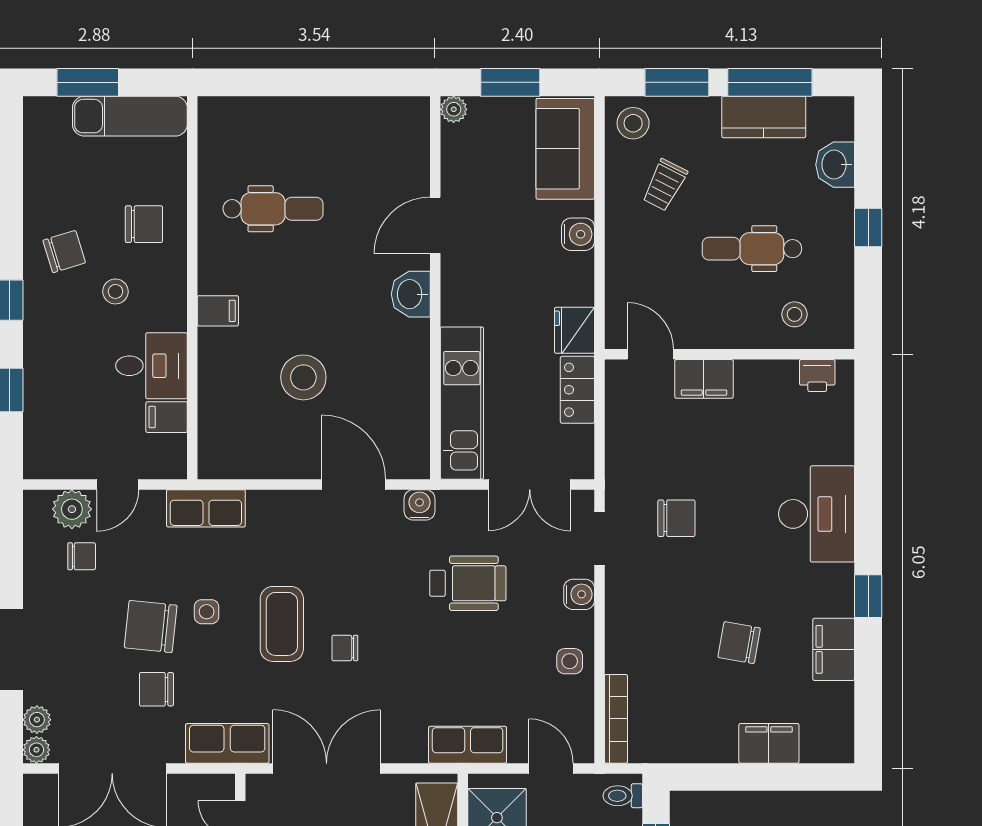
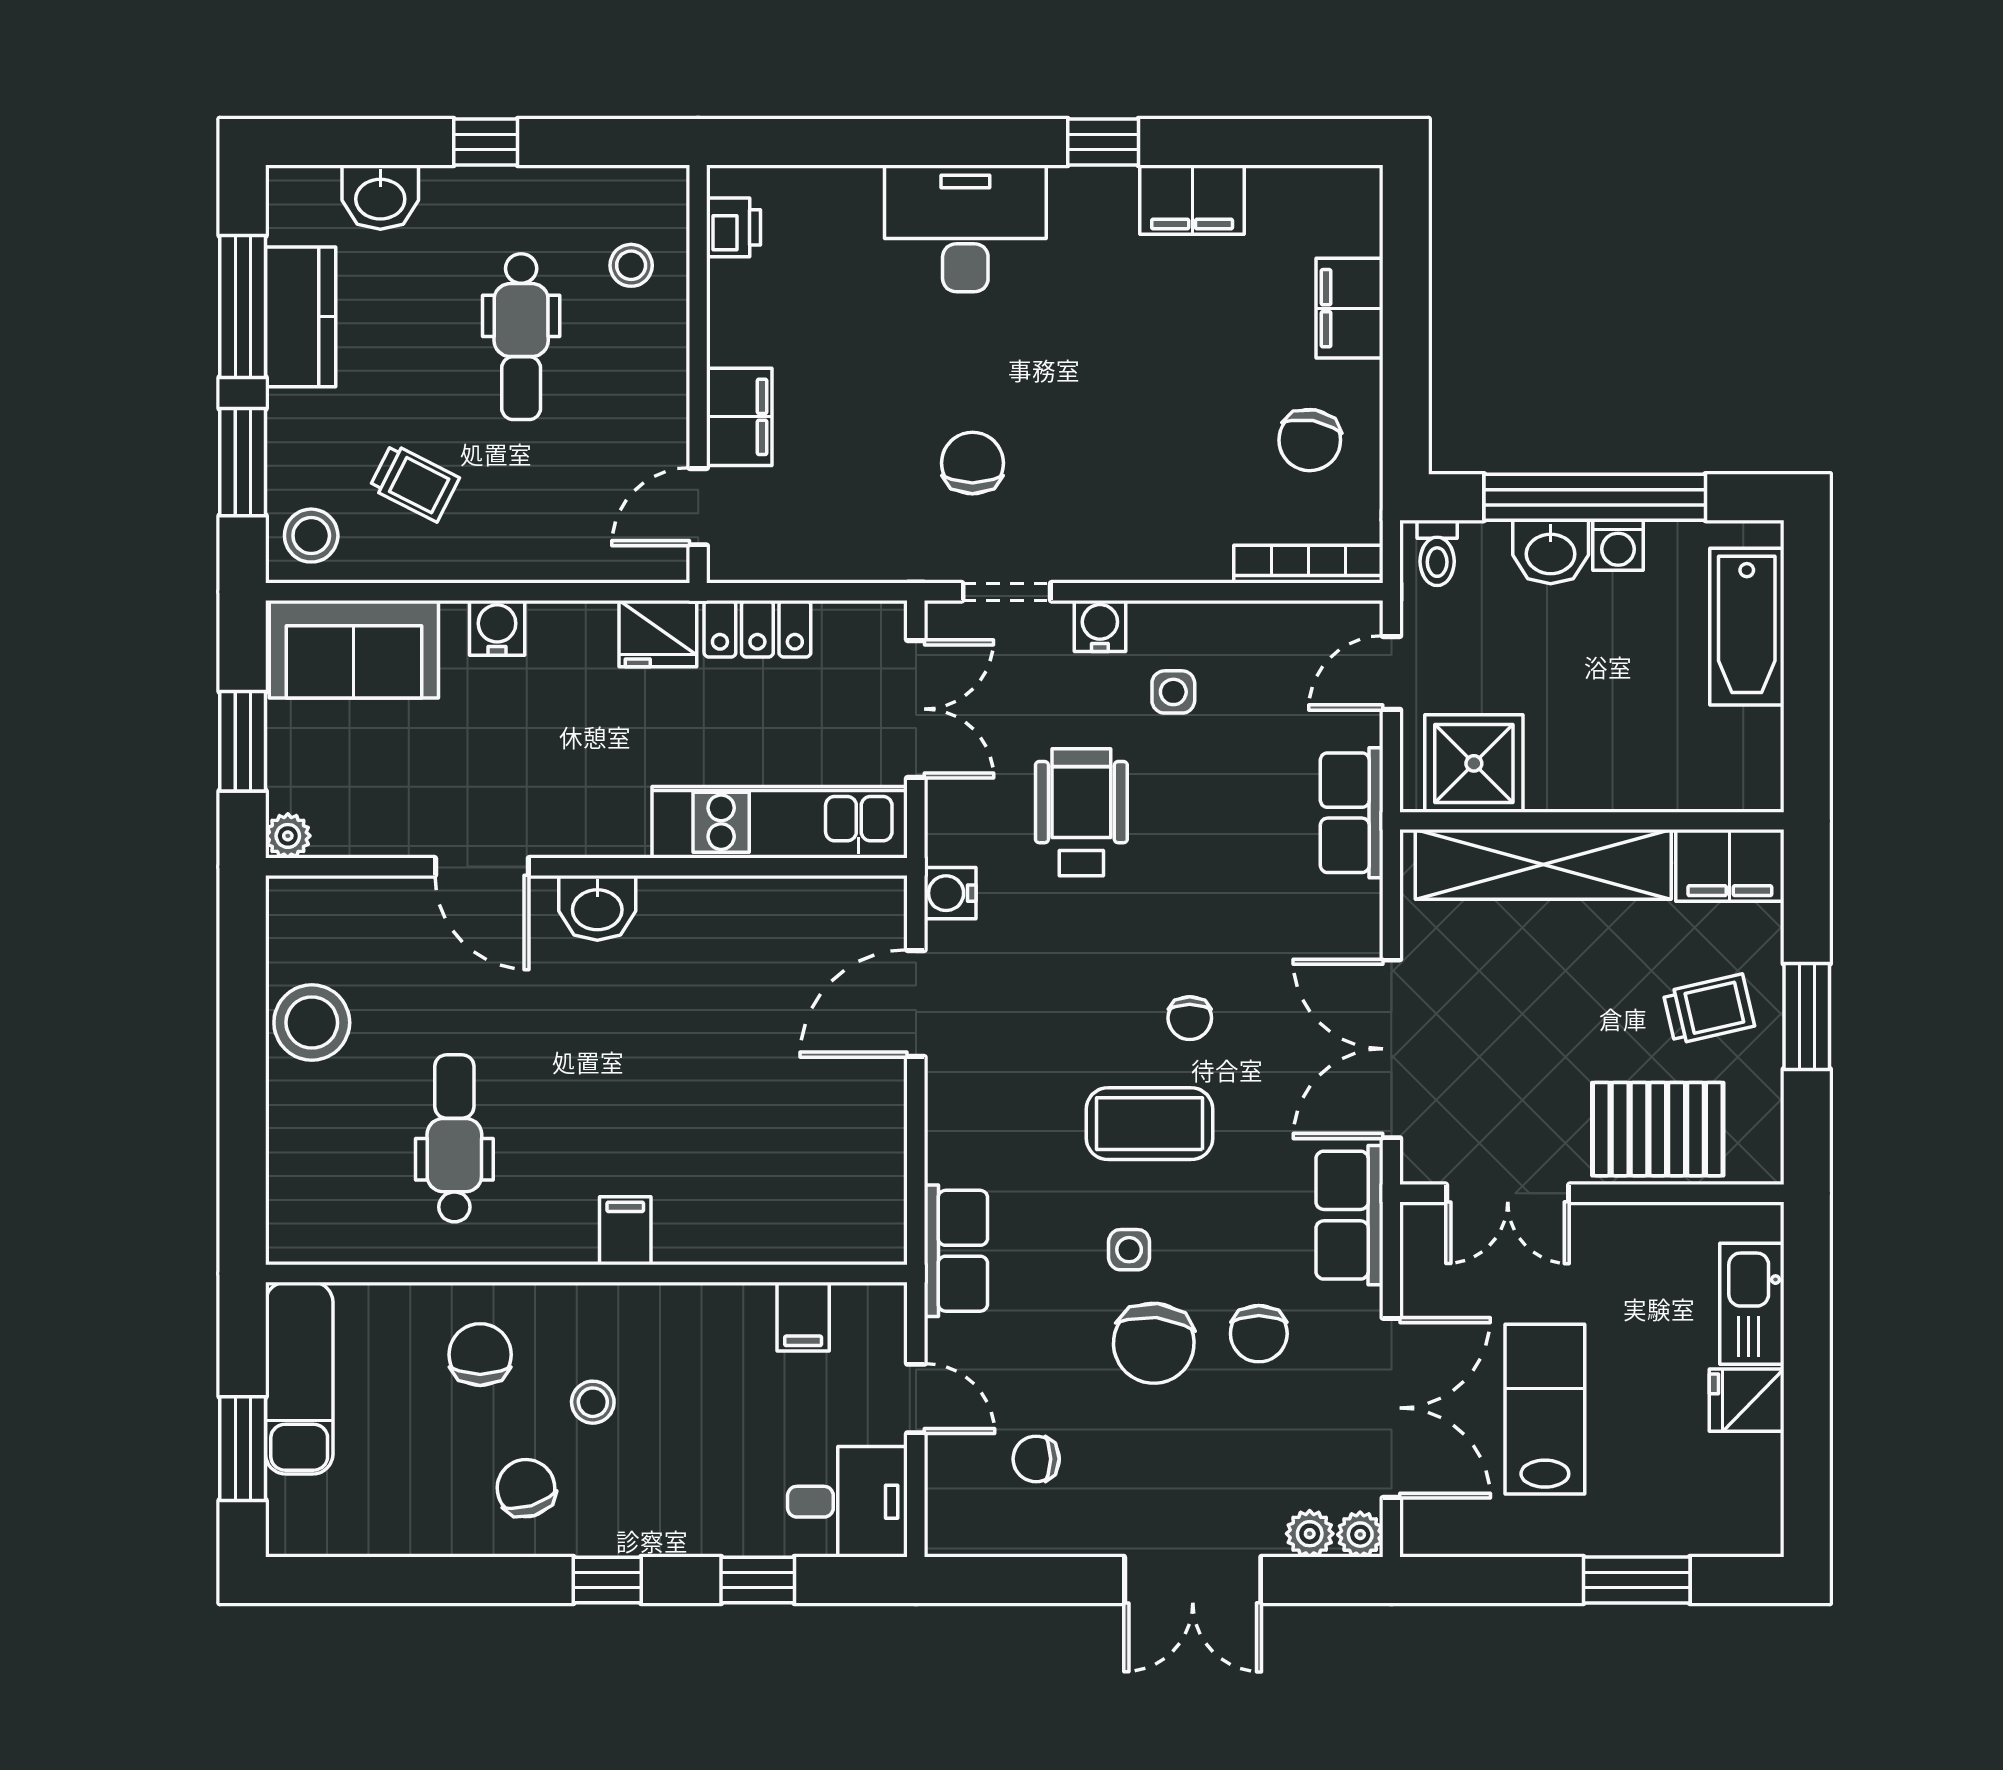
desk: (152, 366) -> (847, 1502), moved, turned 90
stool: (303, 377) -> (312, 1023), moved
plant: (72, 509) -> (957, 1475), removed
chair: (82, 556) -> (1036, 1459), turned -90
chair: (739, 643) -> (1310, 440), moved
side table: (570, 661) -> (1173, 692), moved

